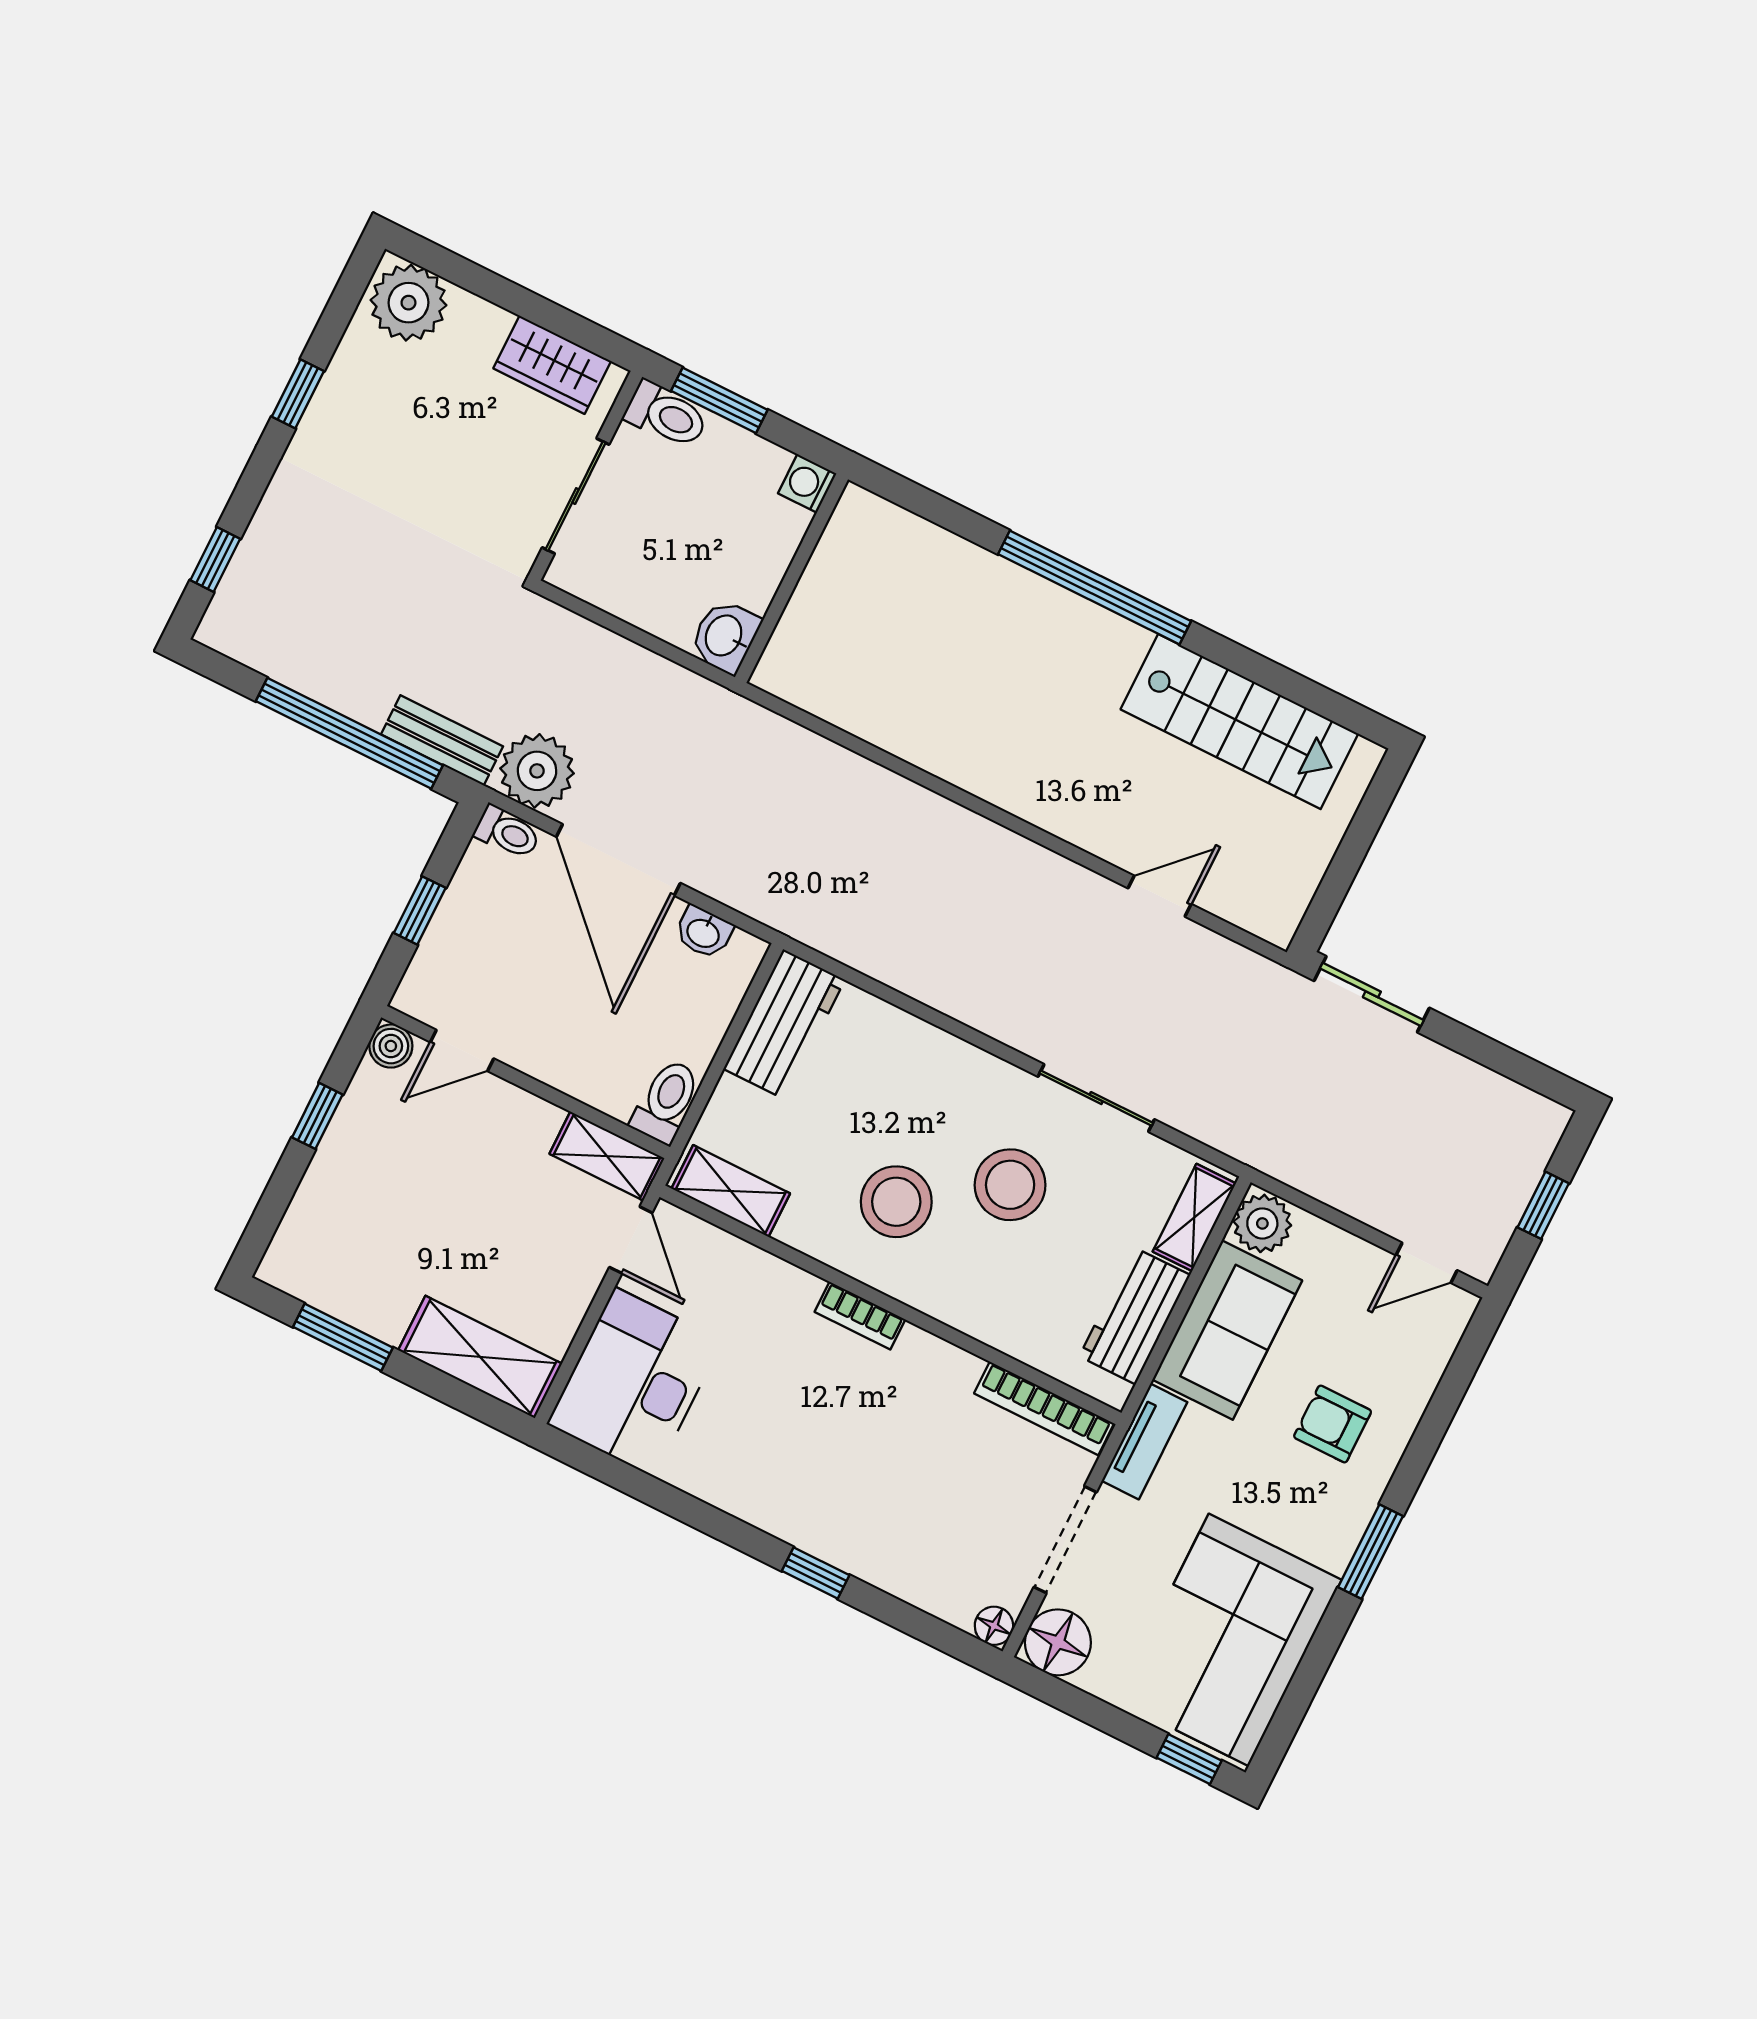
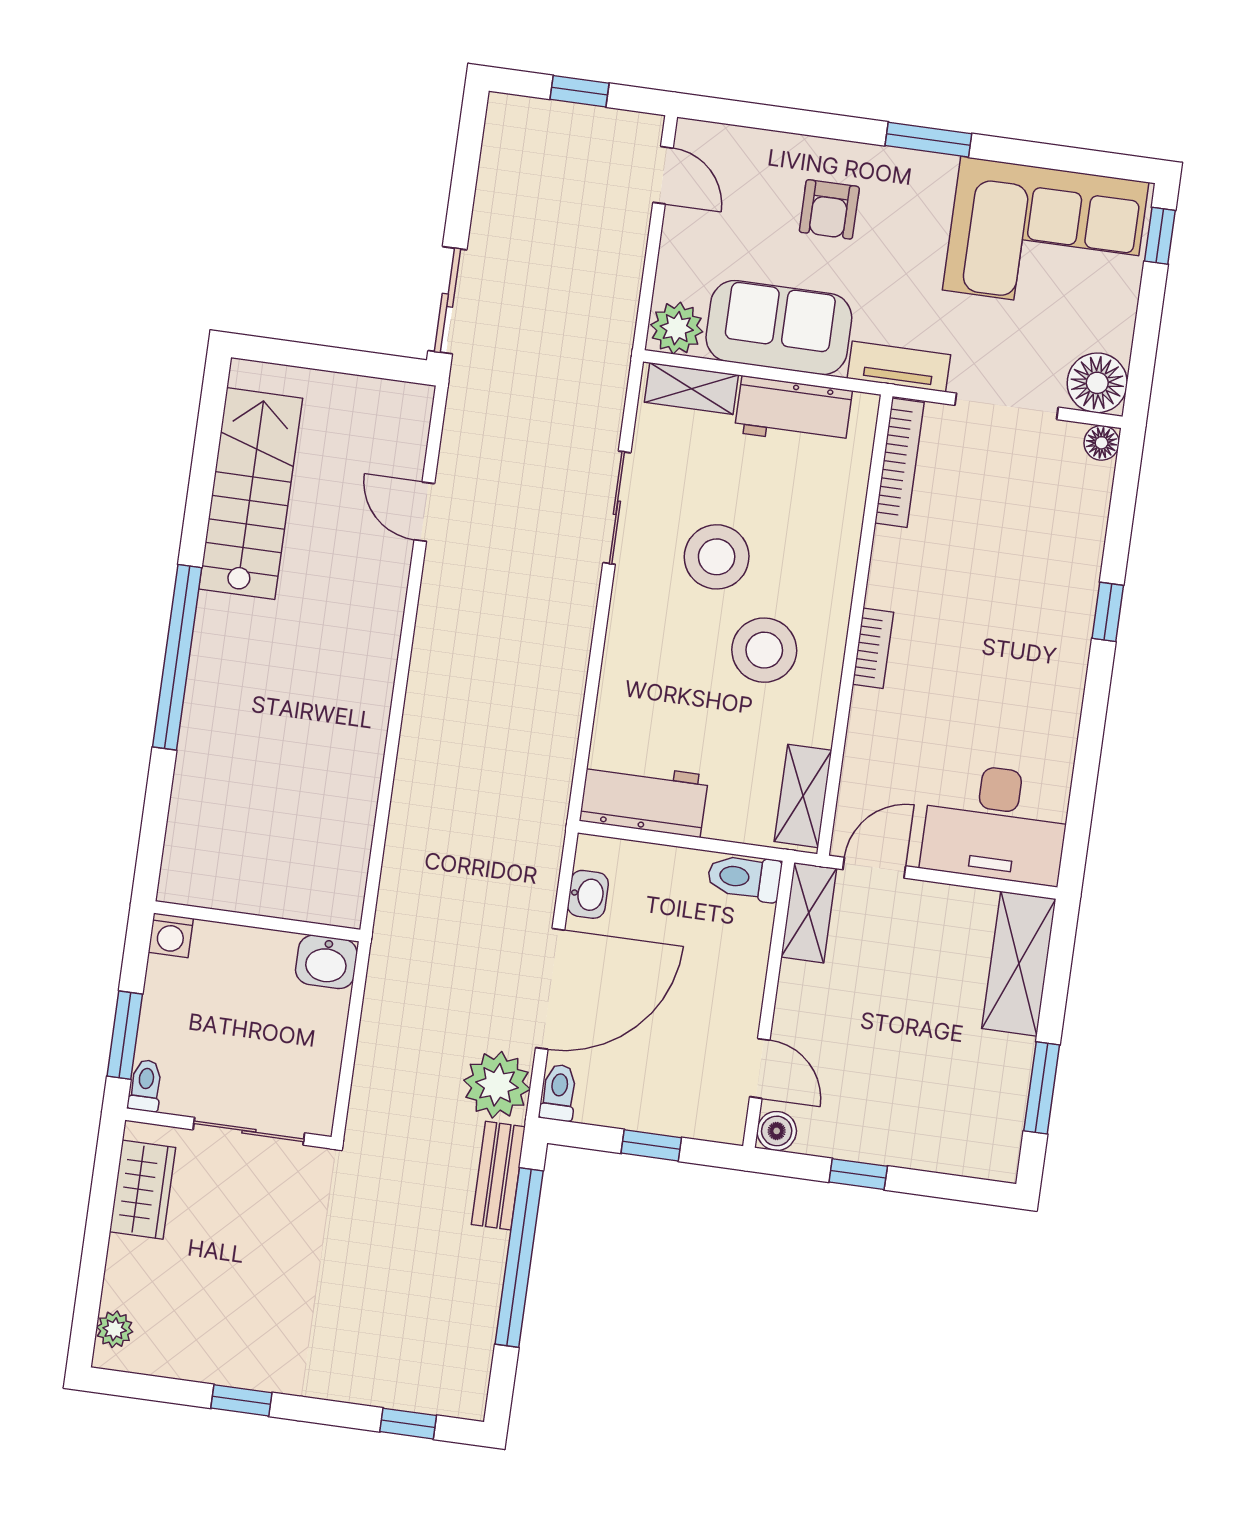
plant: (408, 303) -> (115, 1329), width x0.53, depth x0.53
toilet: (666, 415) -> (145, 1086), width x0.73, depth x0.72

